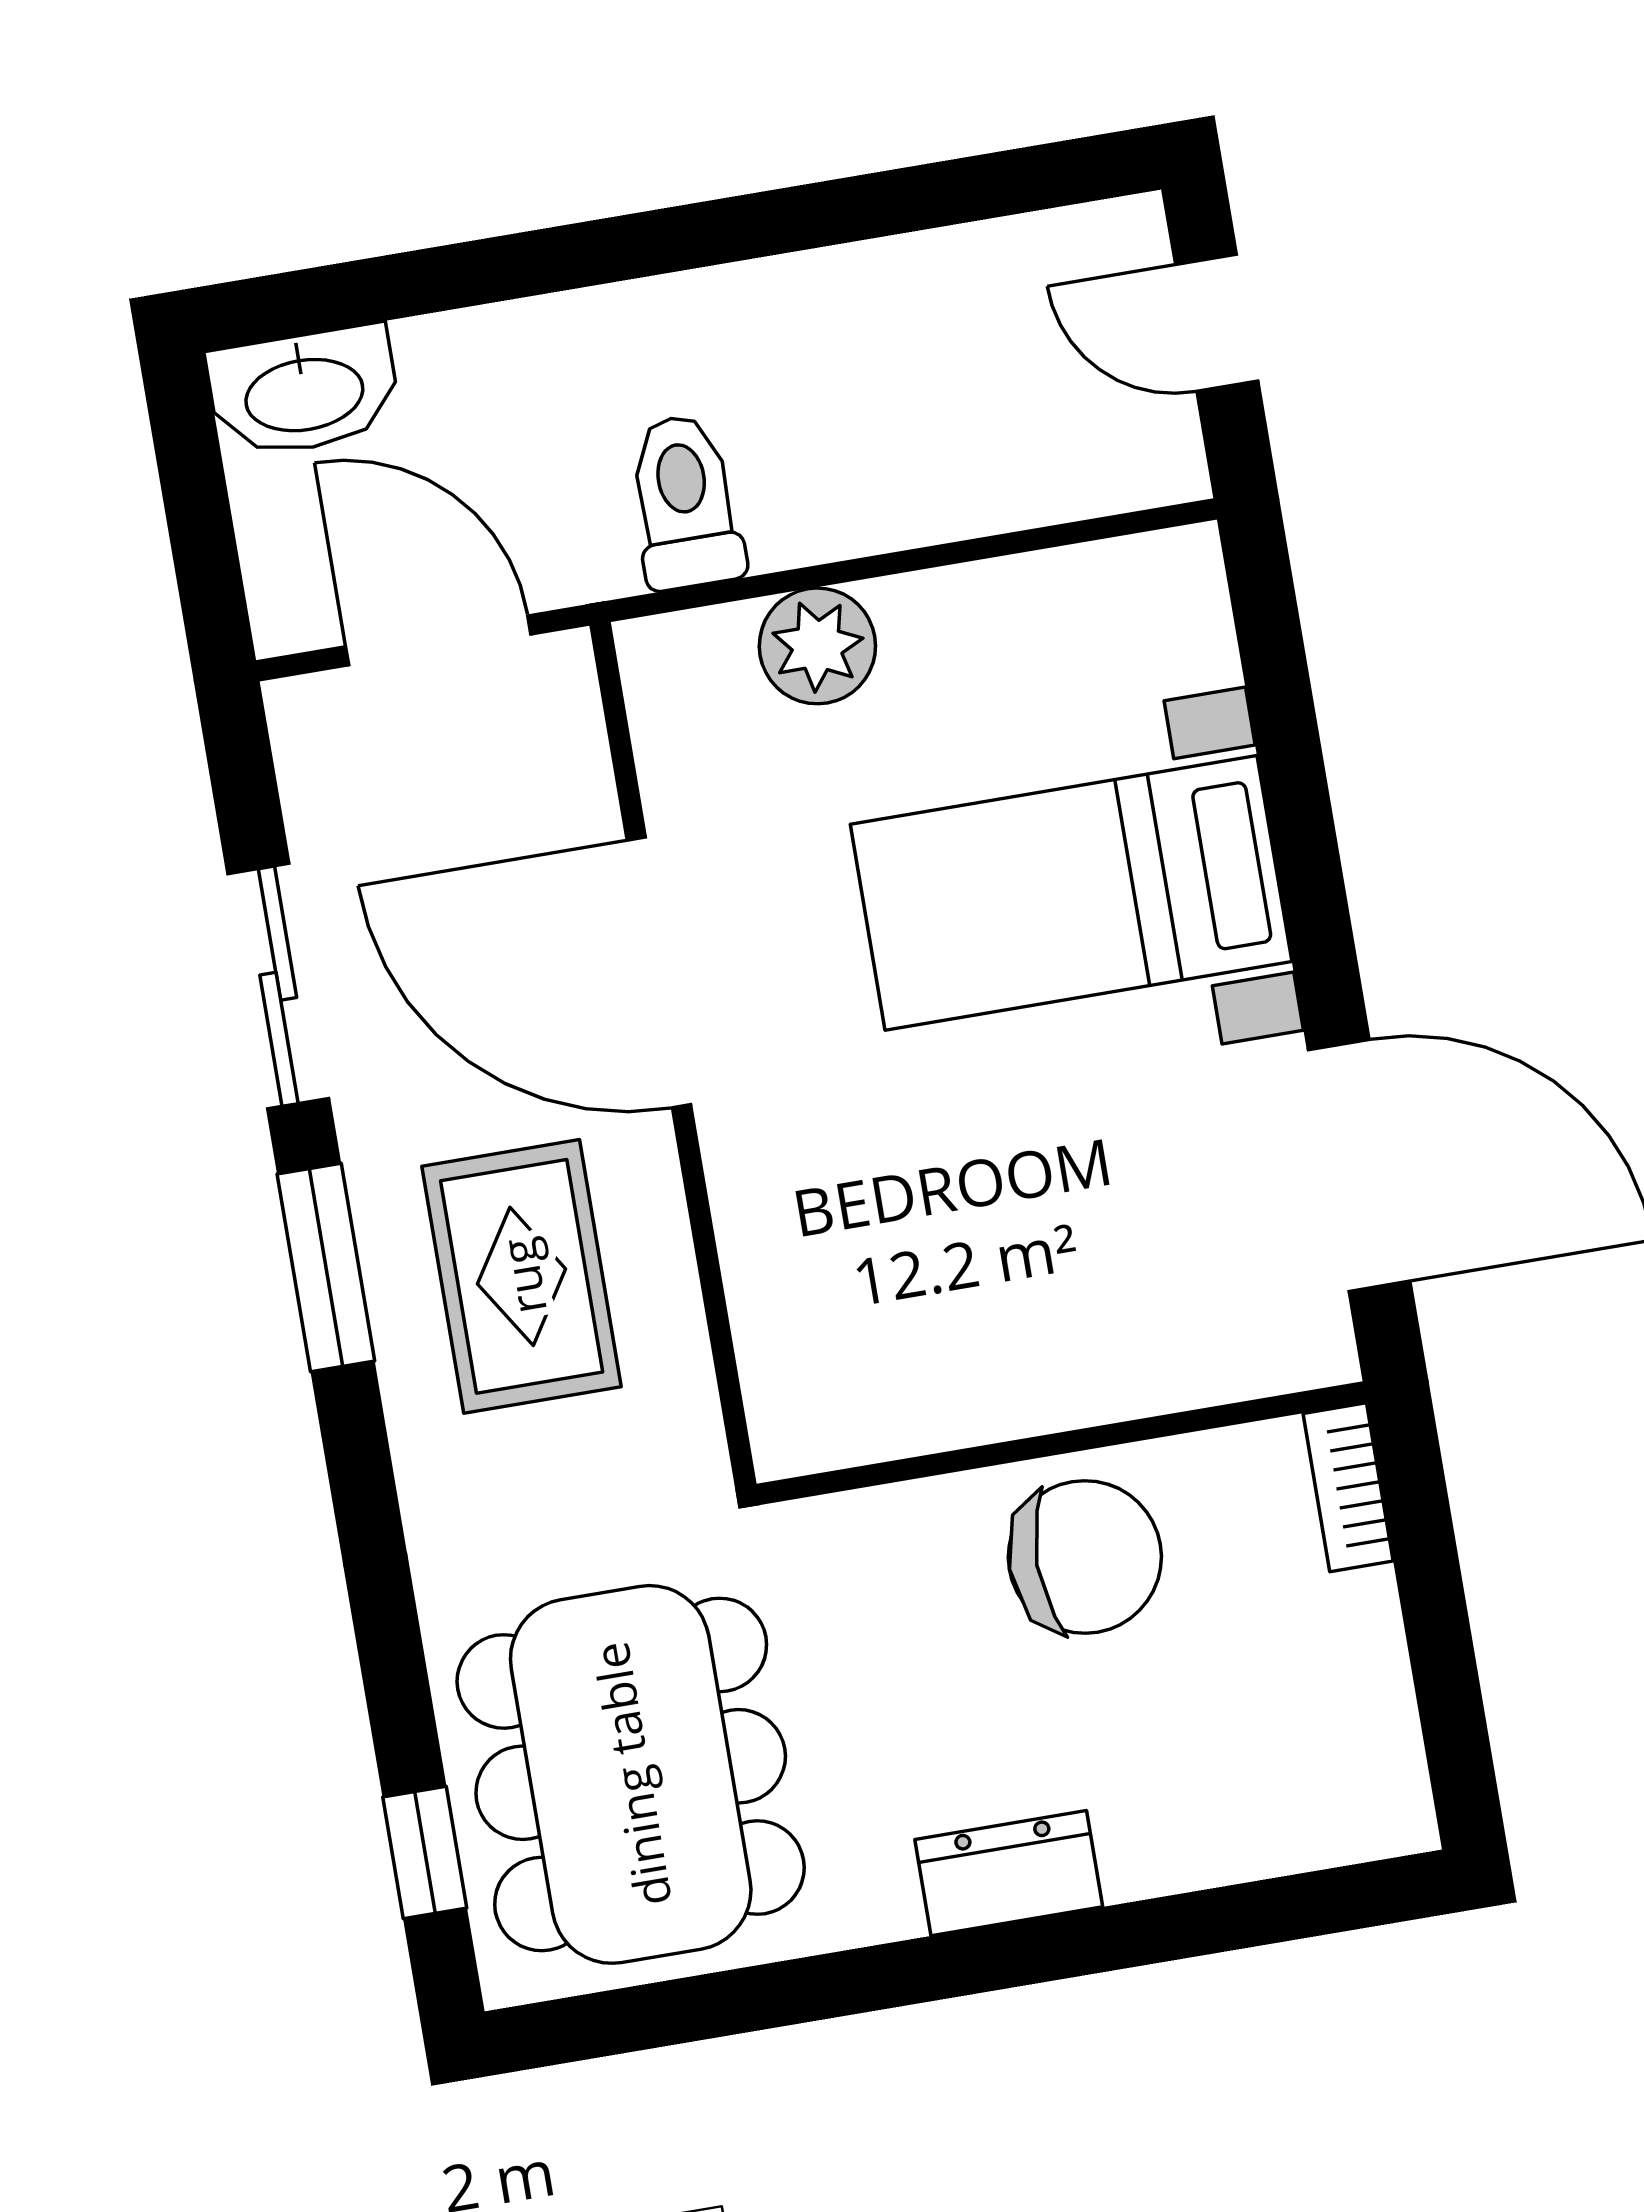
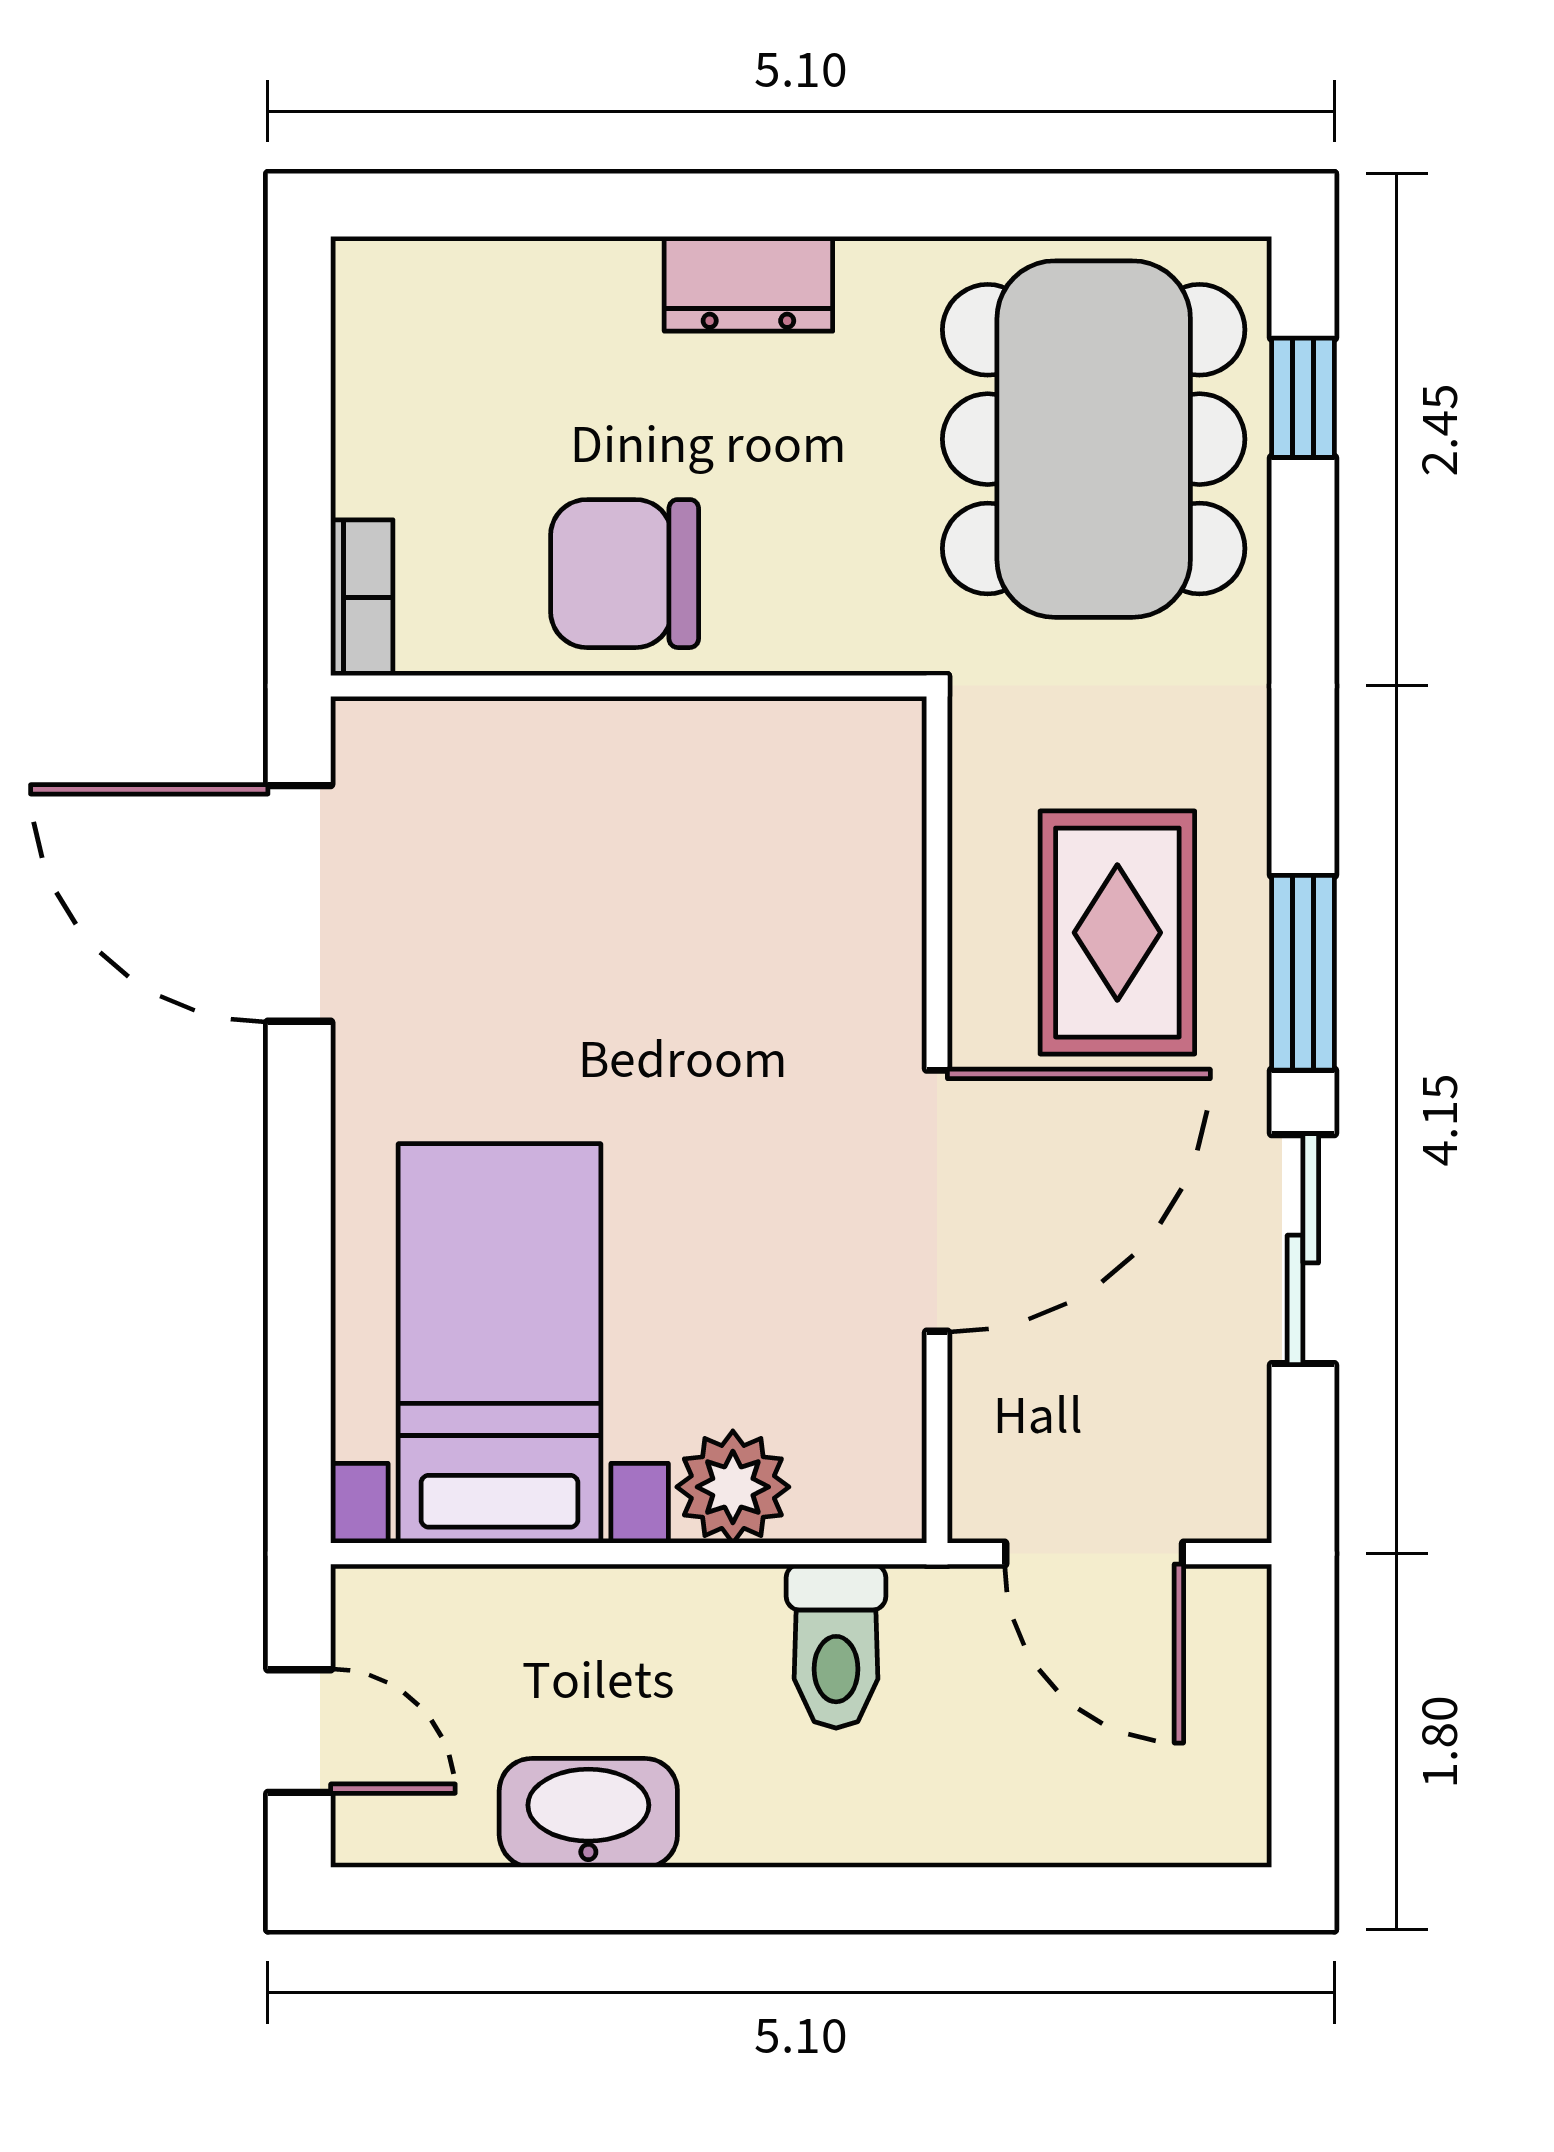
washbasin: (304, 392) -> (588, 1813), moved
bed with nightstands: (1071, 893) -> (499, 1343), moved, turned -90
door: (659, 972) -> (937, 1201), hinge flipped

